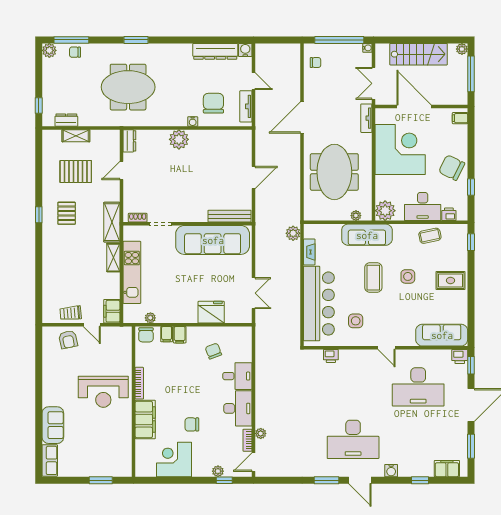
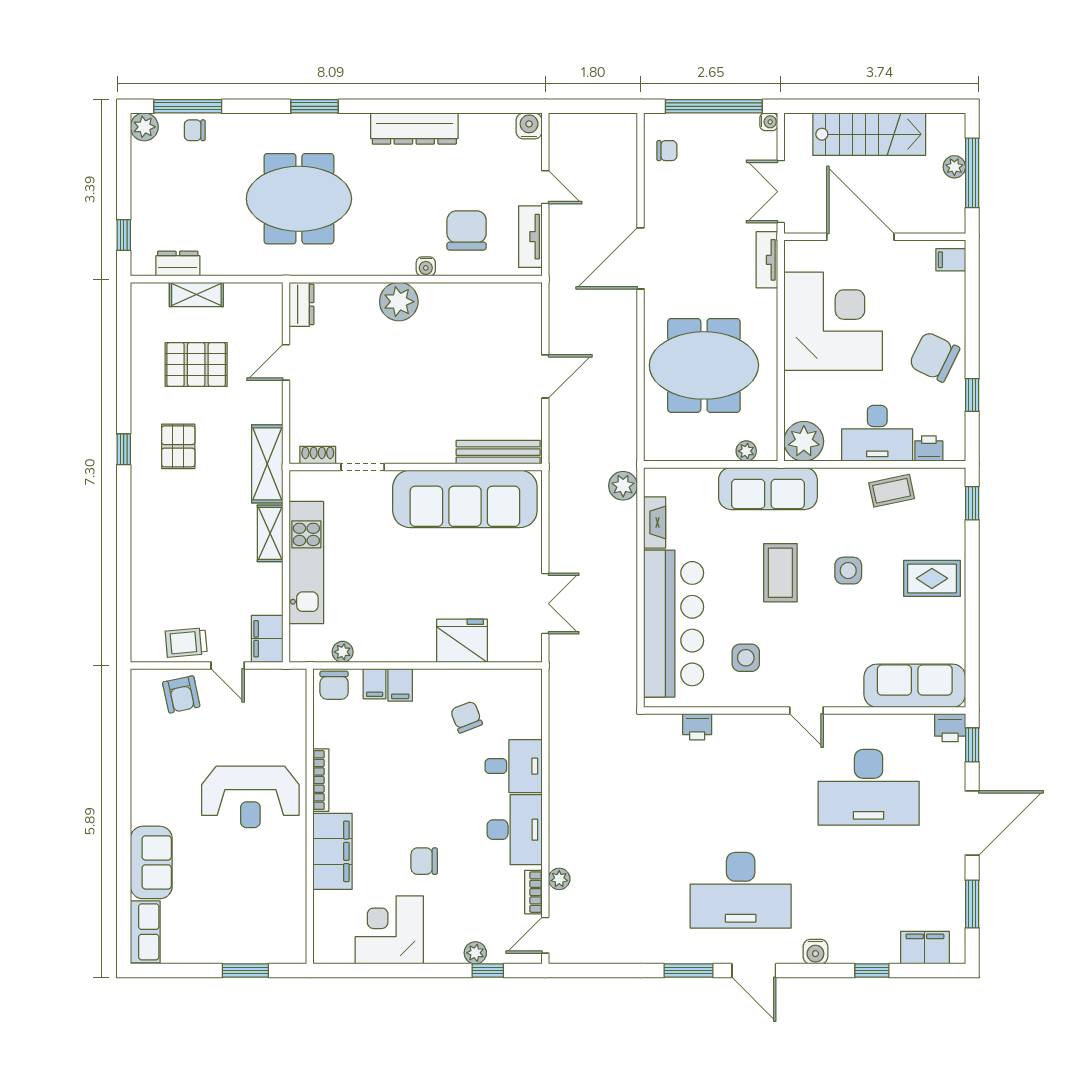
plant: (462, 49) -> (954, 167), moved
dresser: (215, 51) -> (414, 129), moved
meeting table: (334, 172) -> (704, 365), turned 90

